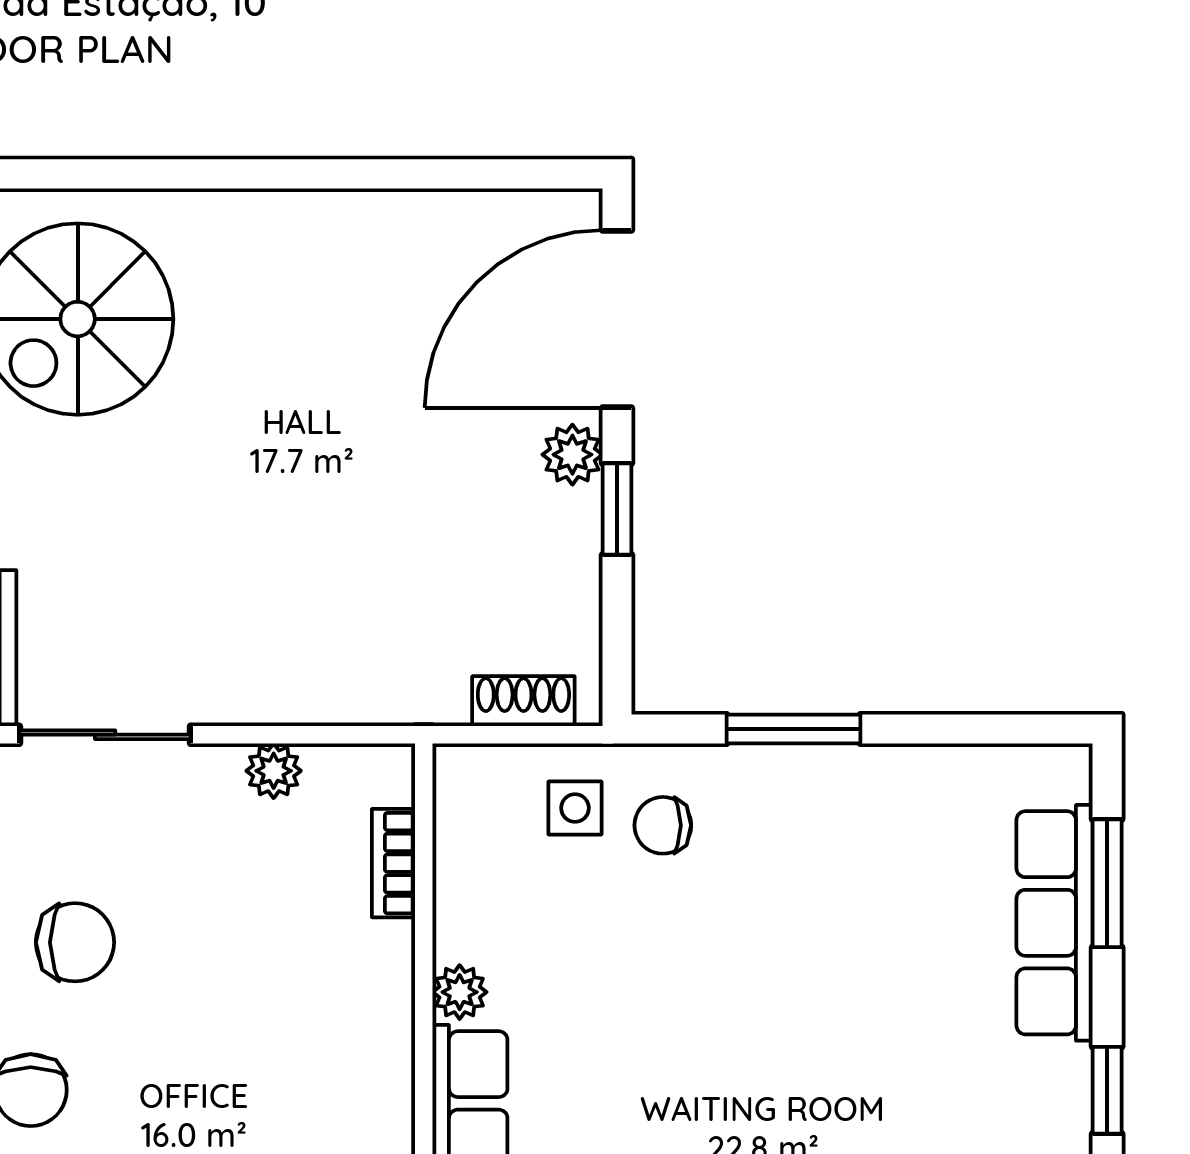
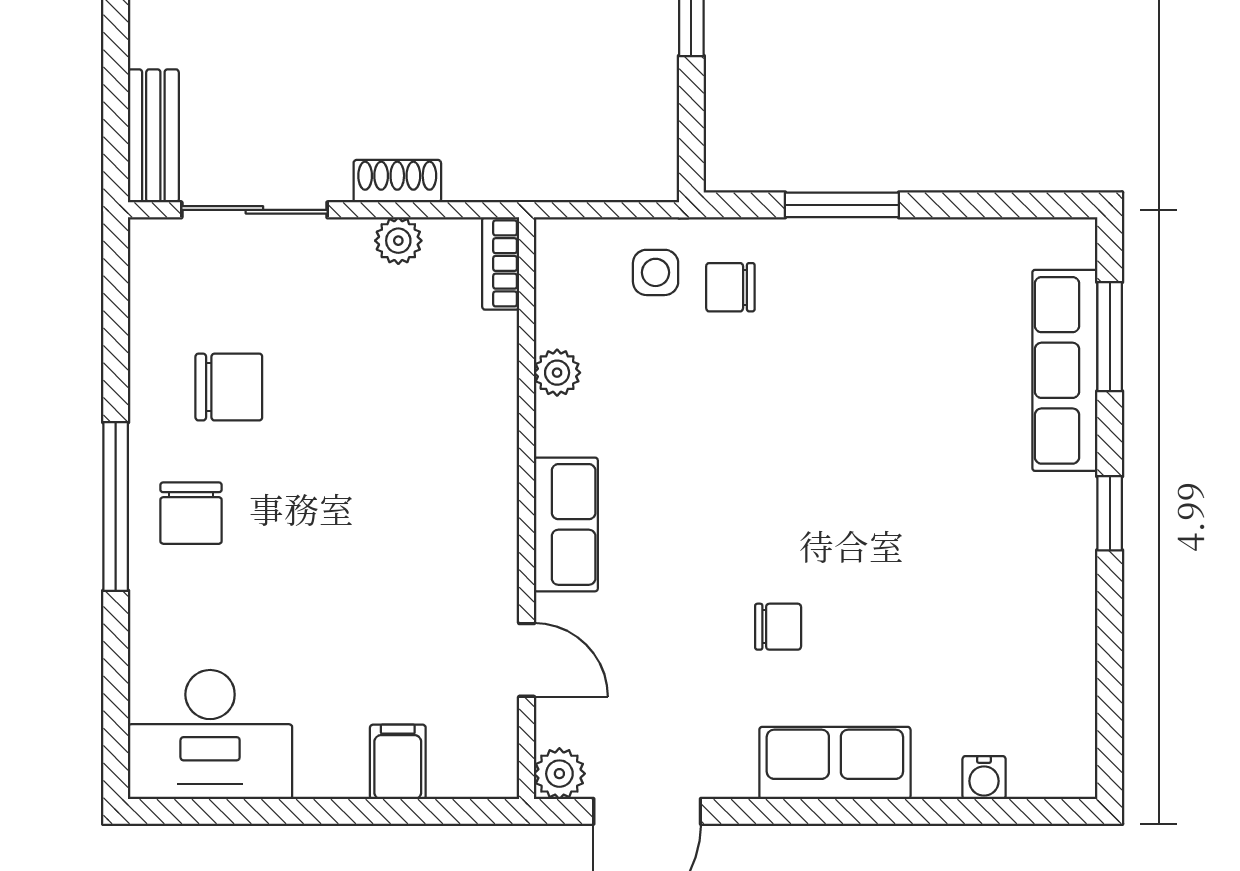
shoe rack: (523, 701) -> (397, 181), moved
bookcase: (394, 863) -> (501, 263), moved
plant: (460, 992) -> (557, 373), moved

